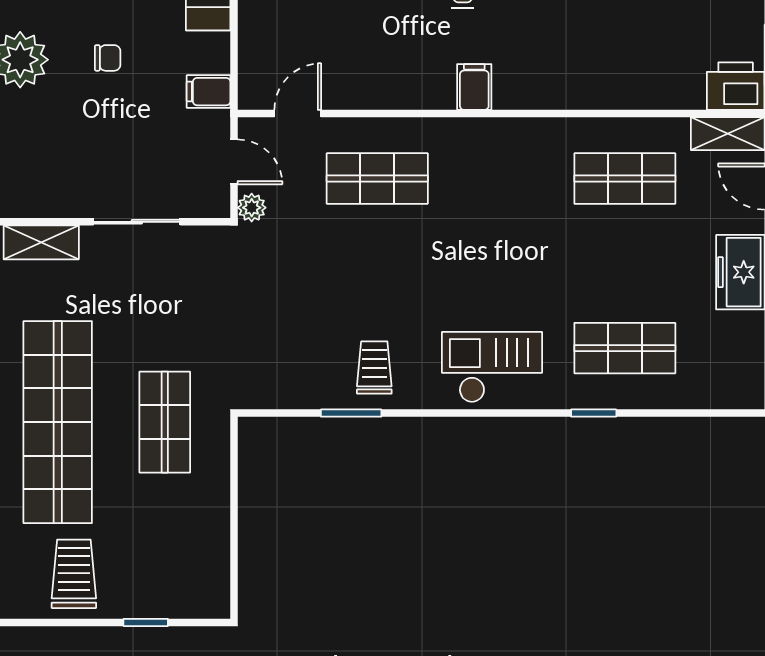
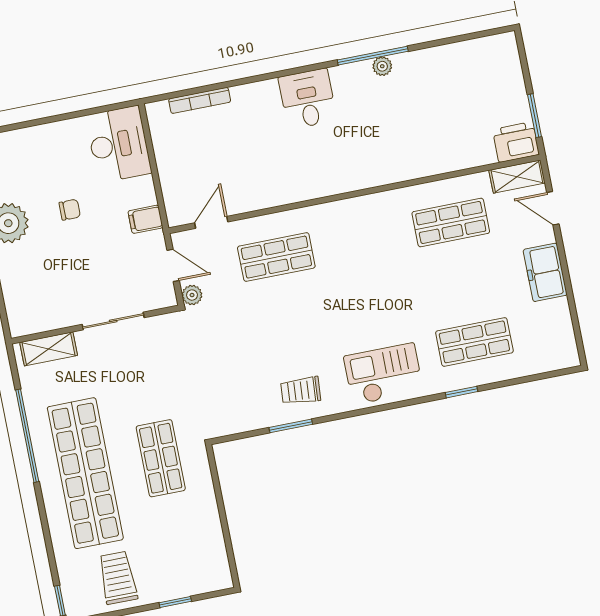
filing cabinet: (474, 87) -> (332, 179), removed
trolley: (374, 367) -> (301, 391), turned -86

